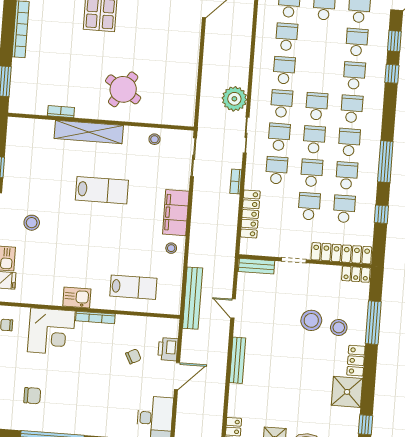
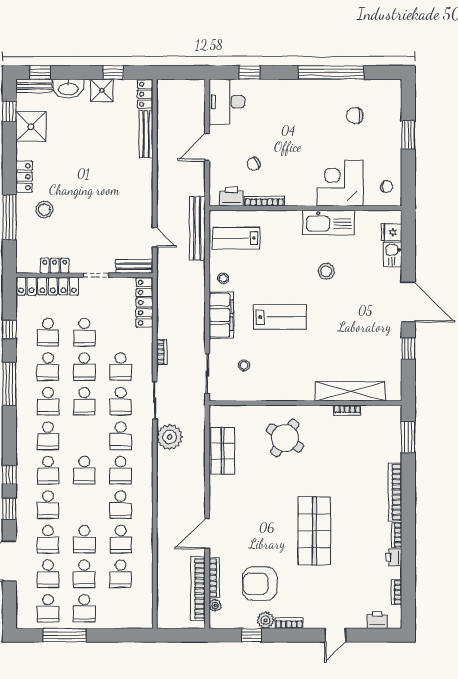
shop shelf: (184, 81) -> (223, 451), added
school desk: (317, 106) -> (84, 470), moved
shelving: (89, 132) -> (350, 391), moved
stool: (154, 139) -> (244, 365), moved
lab bench: (102, 190) -> (280, 317), moved, turned 180
locker: (250, 214) -> (144, 303), moved
stool: (32, 223) -> (326, 271), moved
locker: (356, 274) -> (55, 266), moved
lab bench: (133, 287) -> (236, 238), moved
kitchen sink: (77, 298) -> (329, 223), width x1.87, depth x1.24
door: (233, 309) -> (155, 237), moved
bookcase: (95, 317) -> (264, 201), moved
stool: (311, 320) -> (73, 215), removed
printer: (168, 349) -> (231, 197), moved, turned -90
bench: (238, 360) -> (146, 134), moved
shower: (347, 392) -> (31, 127), moved

